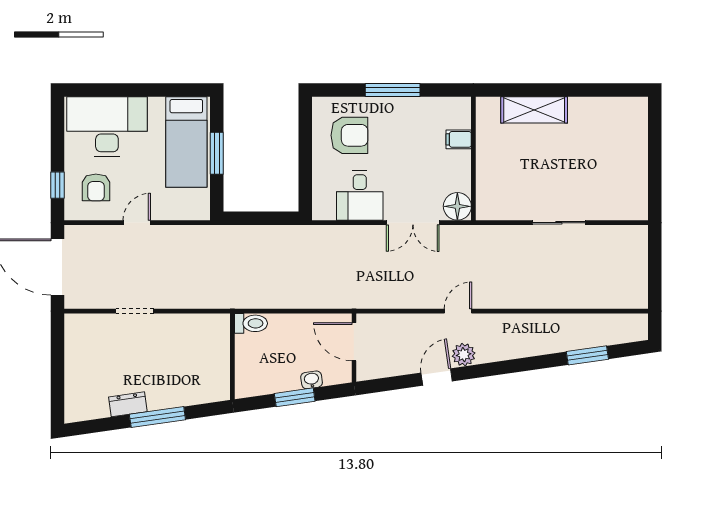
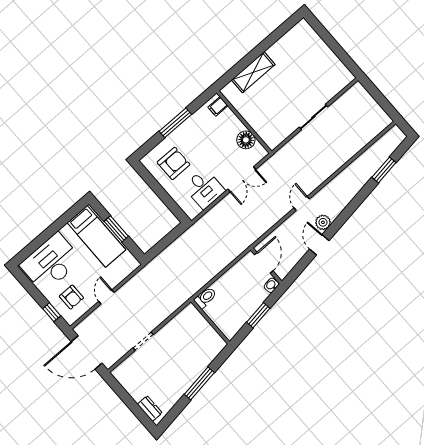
filing cabinet: (459, 139) -> (218, 106), moved
floor lamp: (457, 206) -> (246, 140), moved
door: (354, 342) -> (264, 263), swing flipped
washbasin: (312, 380) -> (271, 285), moved
dresser: (128, 404) -> (150, 409), moved, turned 98

